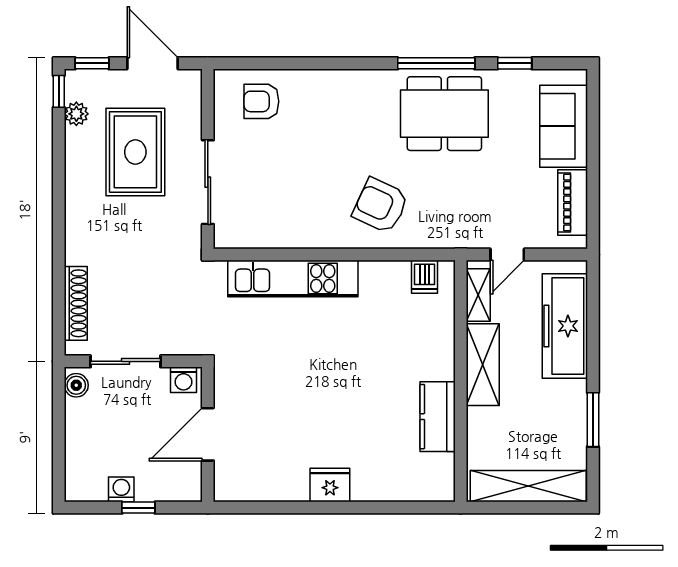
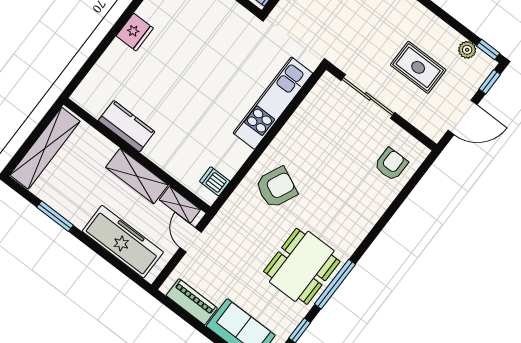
rug: (135, 152) -> (418, 67), width x0.73, depth x0.70

